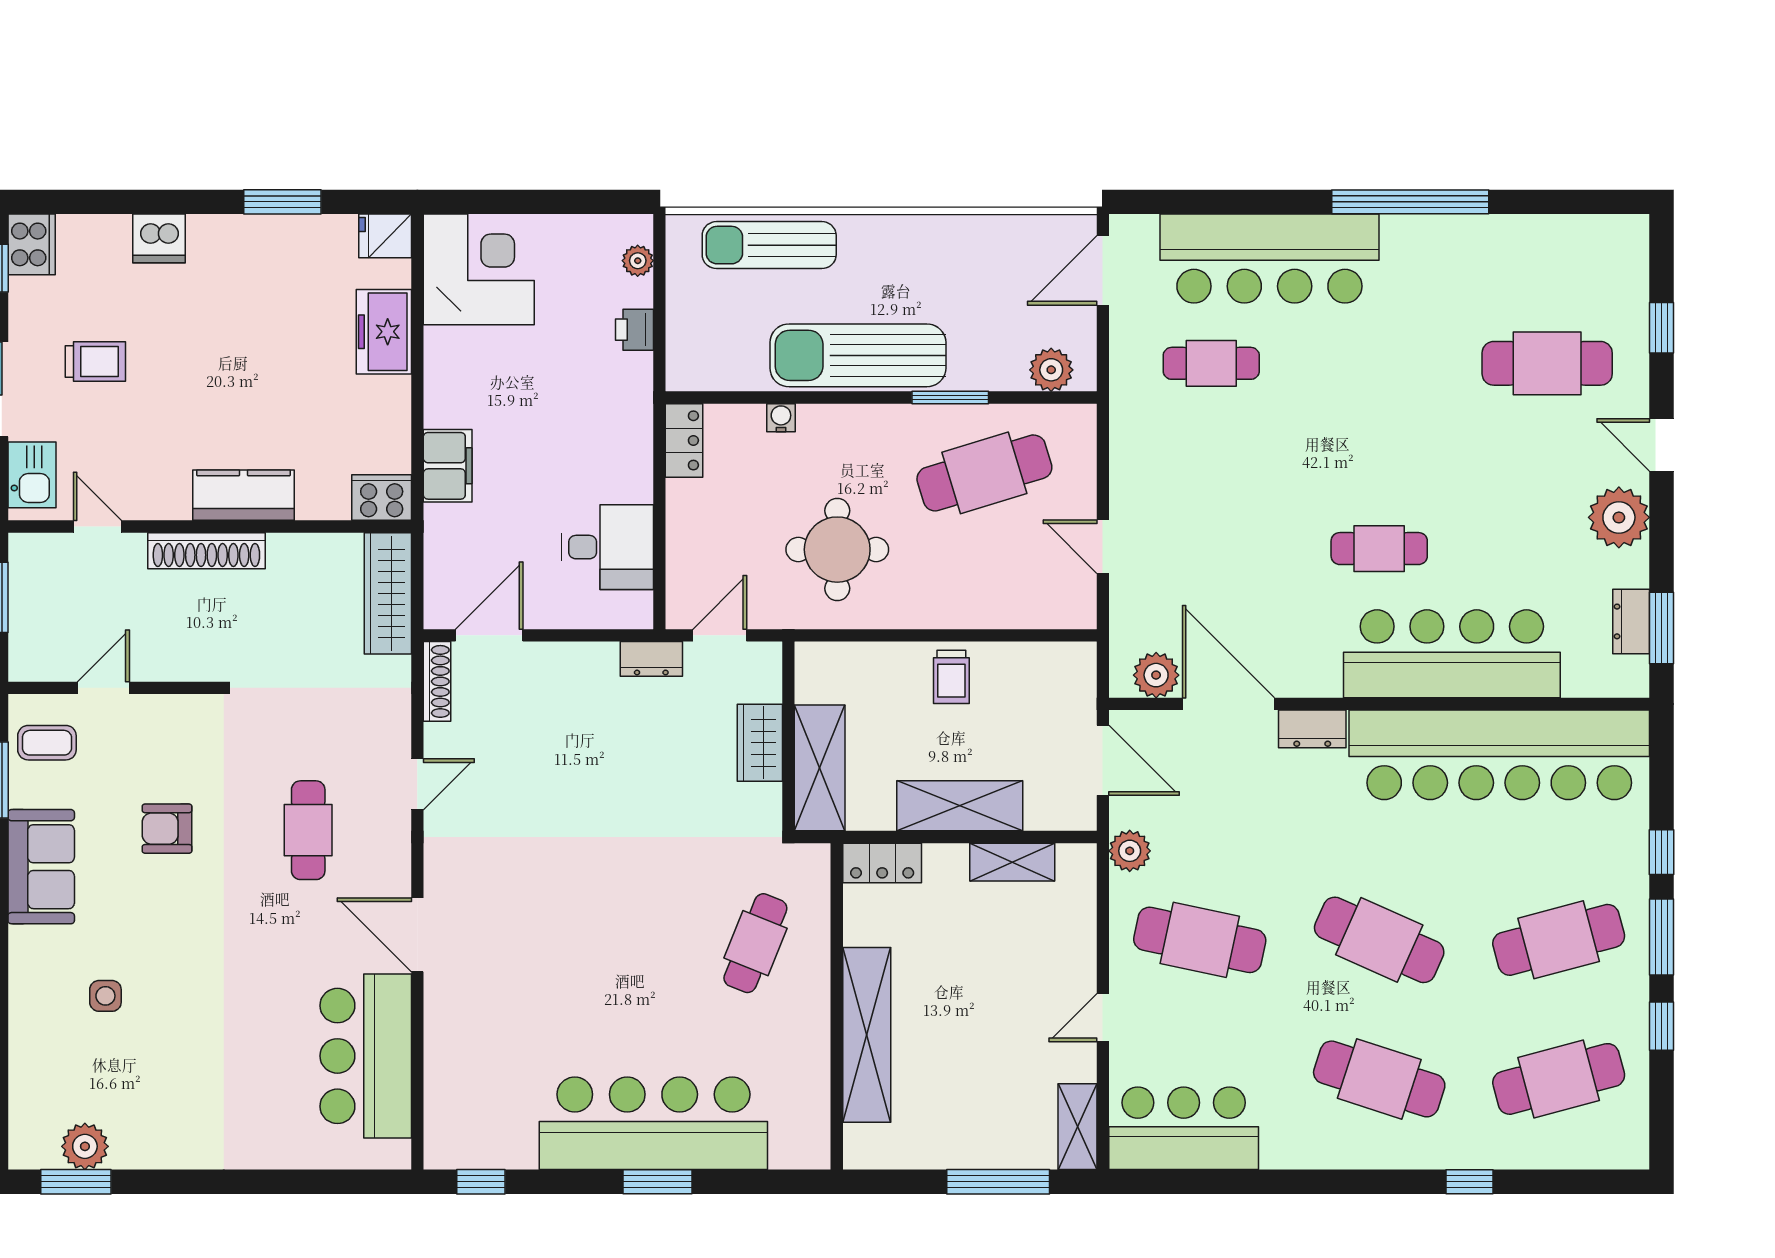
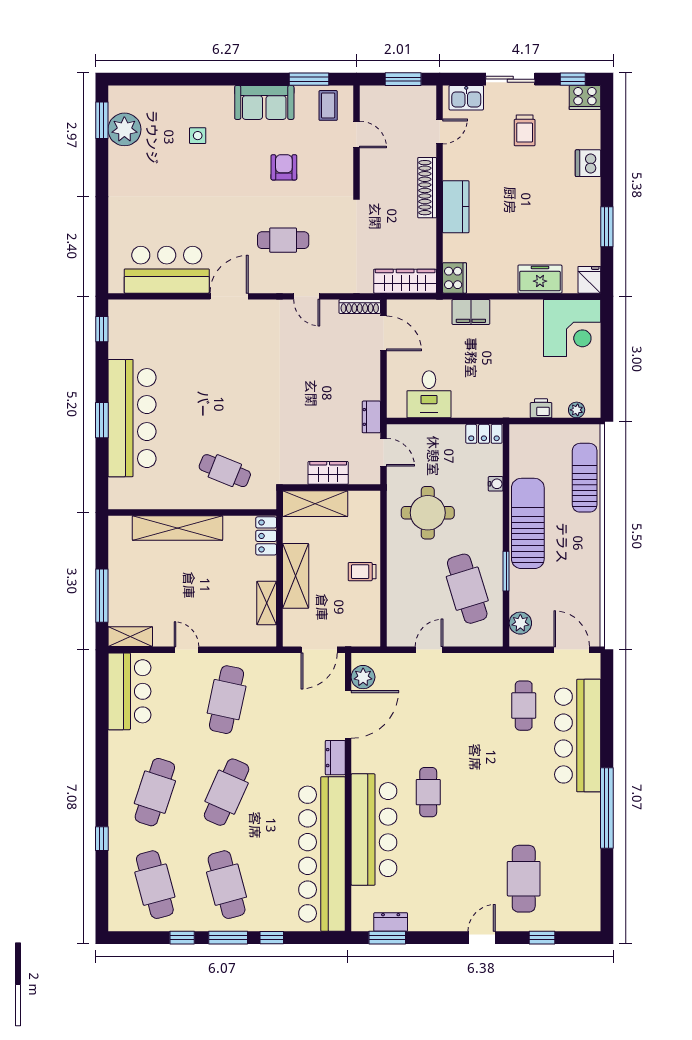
plant: (1619, 517) -> (444, 916), removed
plant: (1130, 851) -> (272, 664), removed
plant: (85, 1146) -> (124, 129), width x1.36, depth x1.36

